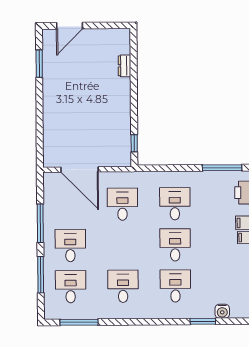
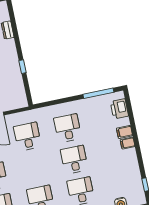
window: (134, 143) -> (23, 67), moved

